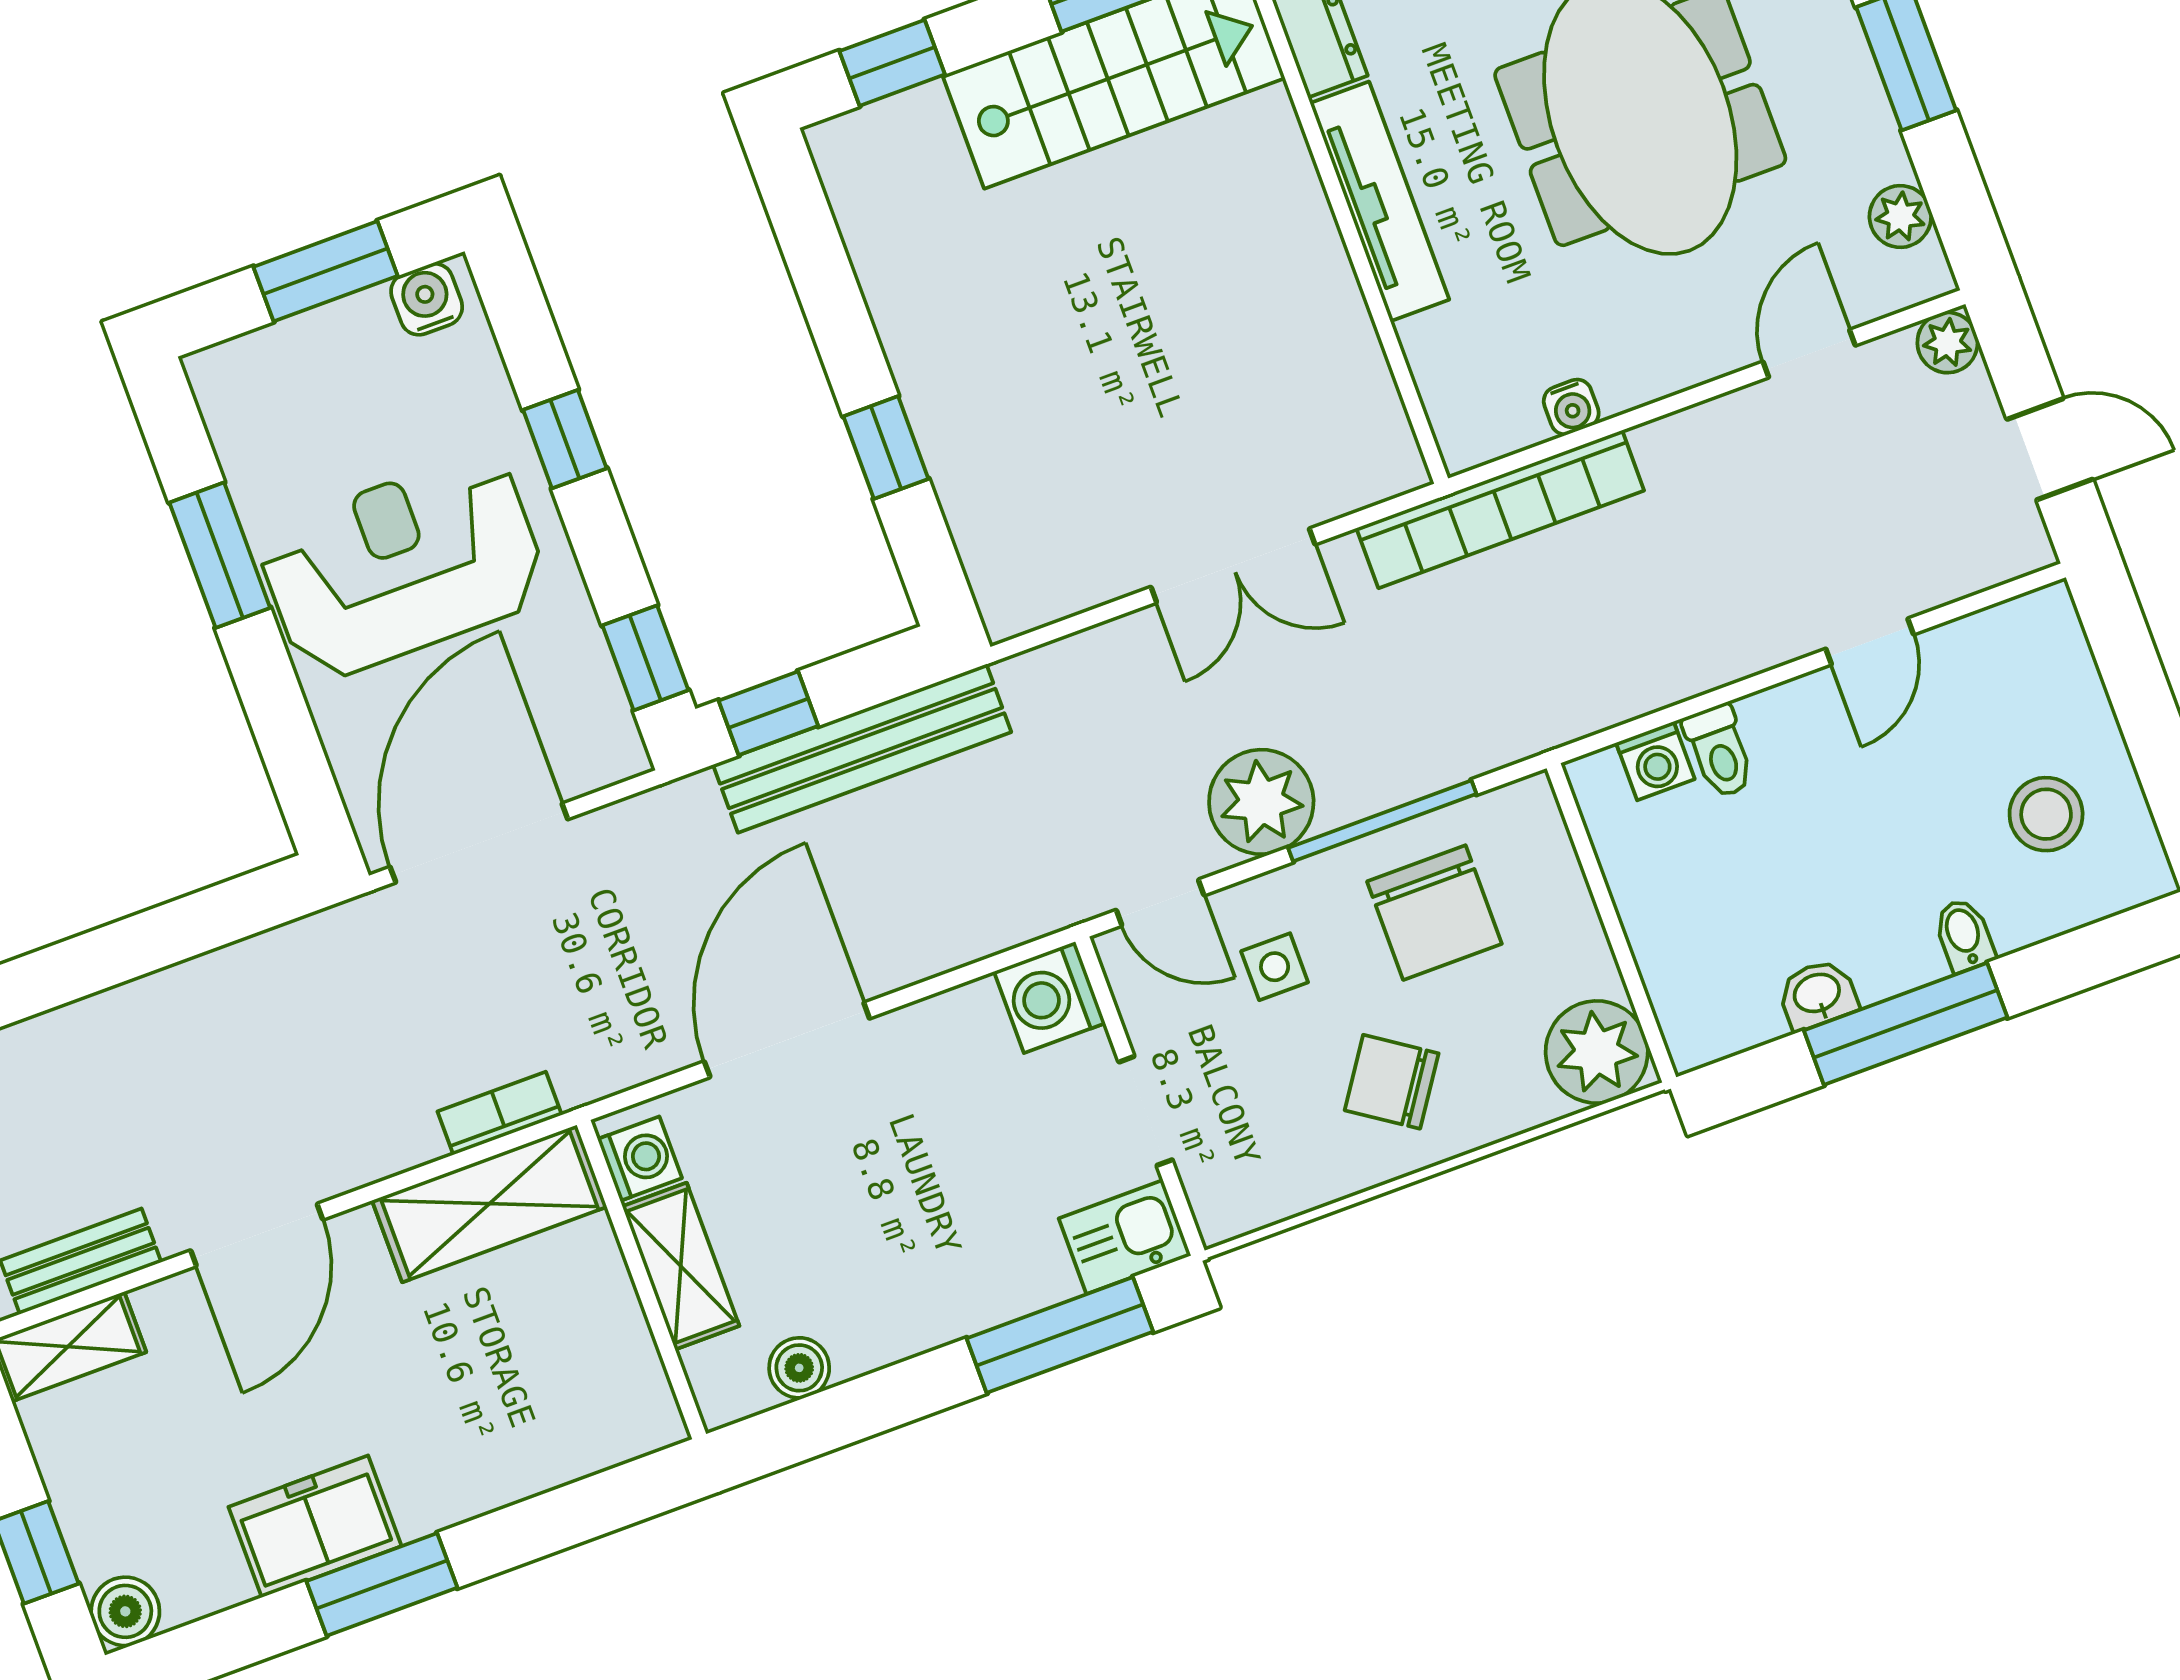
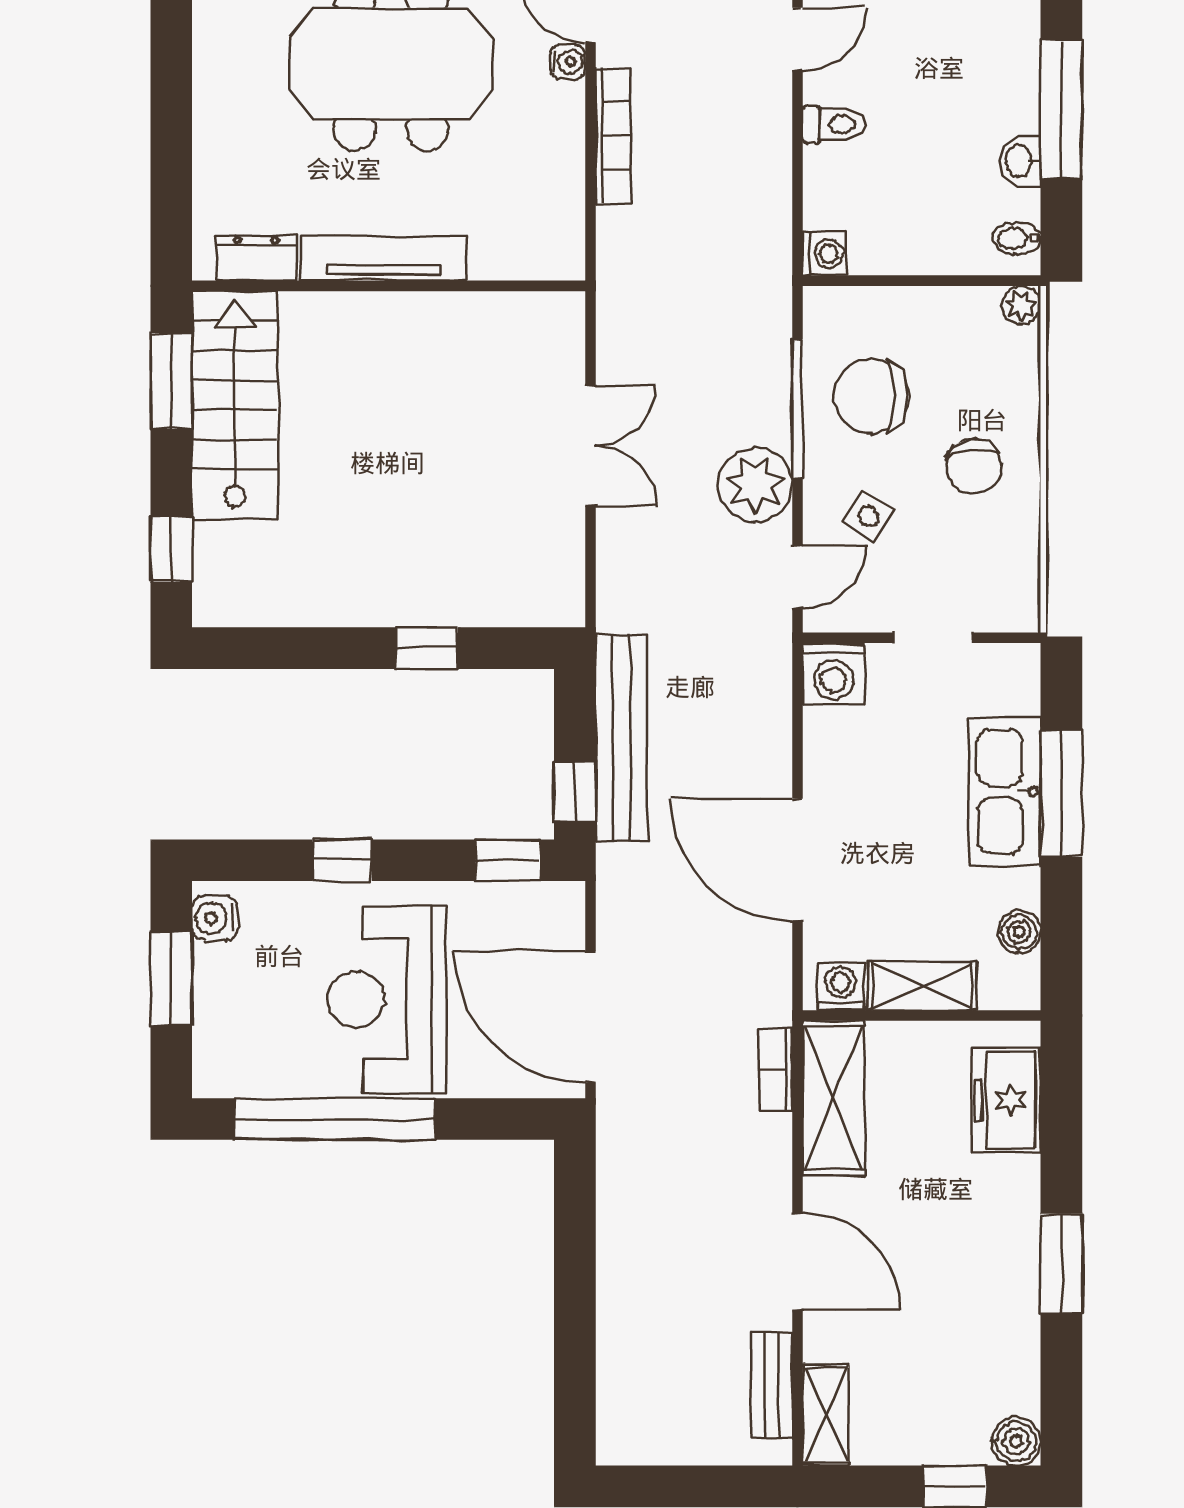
water cooler: (1571, 407) -> (568, 62), moved
bookcase: (1500, 509) -> (613, 136), moved, width x0.68, depth x0.76
window: (220, 555) -> (335, 1119), width x2.11
door: (1870, 642) -> (797, 39), hinge flipped
toilet: (1719, 751) -> (834, 124), moved
washing machine: (1655, 761) -> (824, 254), moved
chair: (1434, 913) -> (871, 396), turned 180
bidet: (1964, 935) -> (1016, 238), moved
side table: (1275, 967) -> (868, 516), turned 33
plant: (1597, 1052) -> (1021, 305), width x0.53, depth x0.53
chair: (1392, 1082) -> (974, 466), turned -40
kitchen sink: (1125, 1237) -> (1005, 791), moved, width x1.87, depth x1.24
window: (1060, 1335) -> (1061, 794), moved
freezer: (315, 1526) -> (1006, 1100), moved

